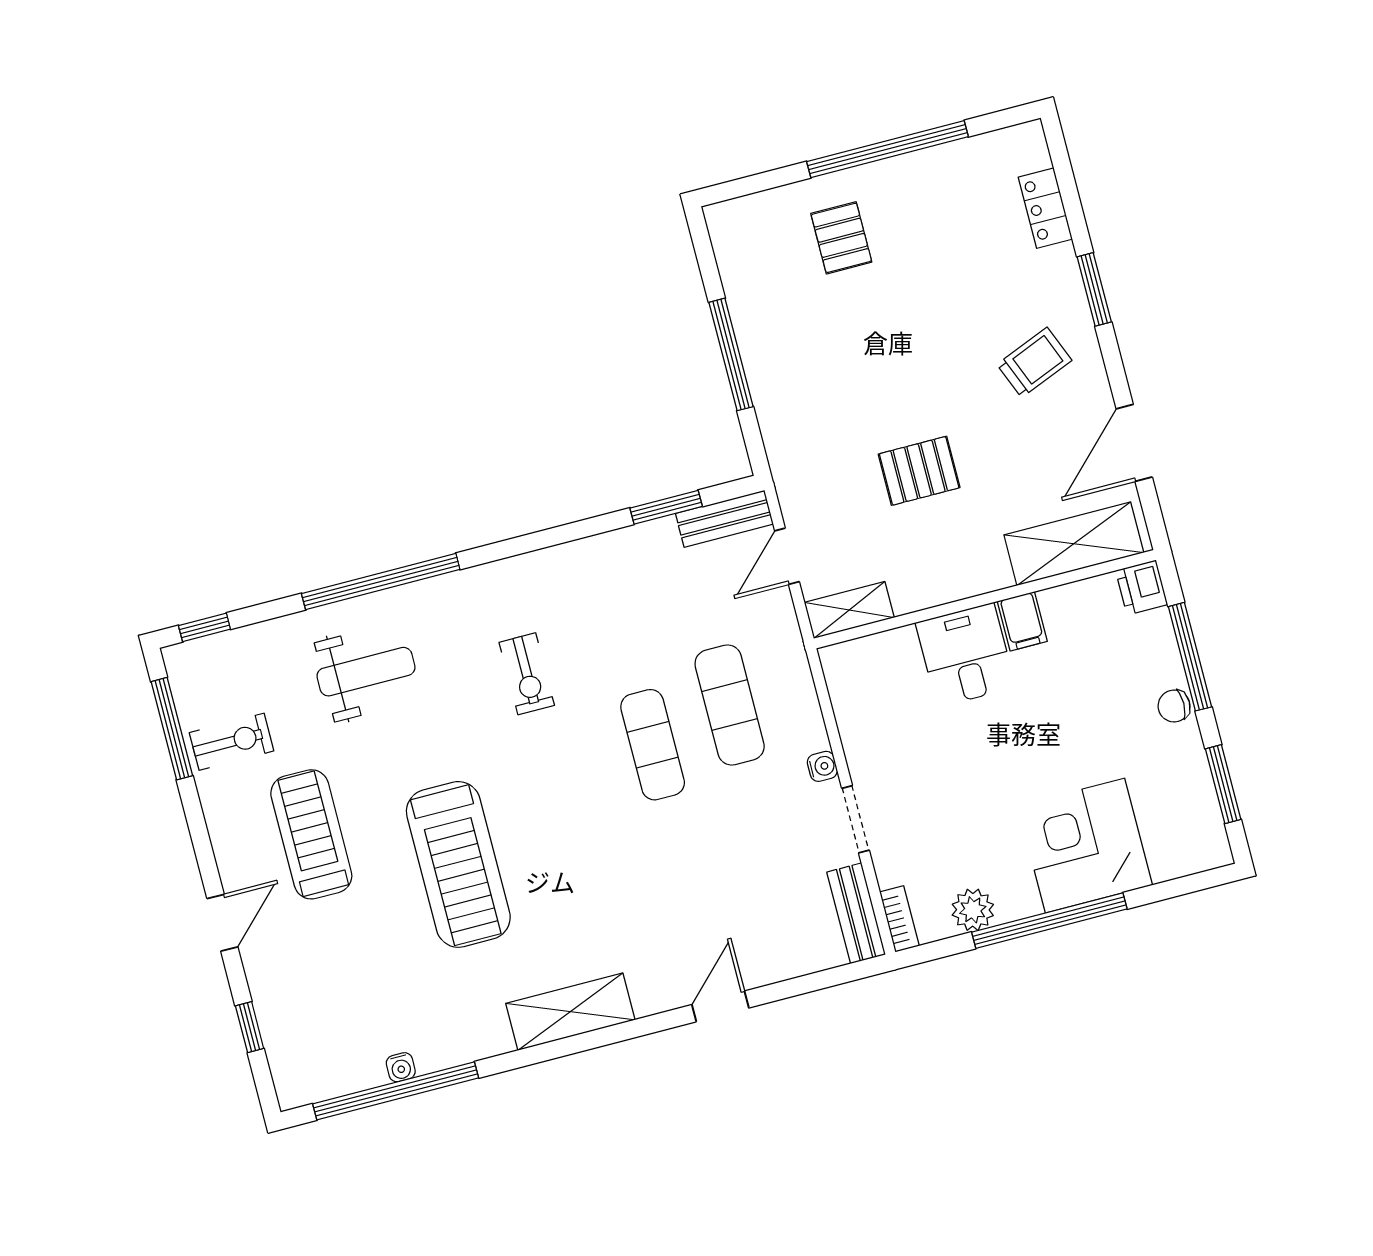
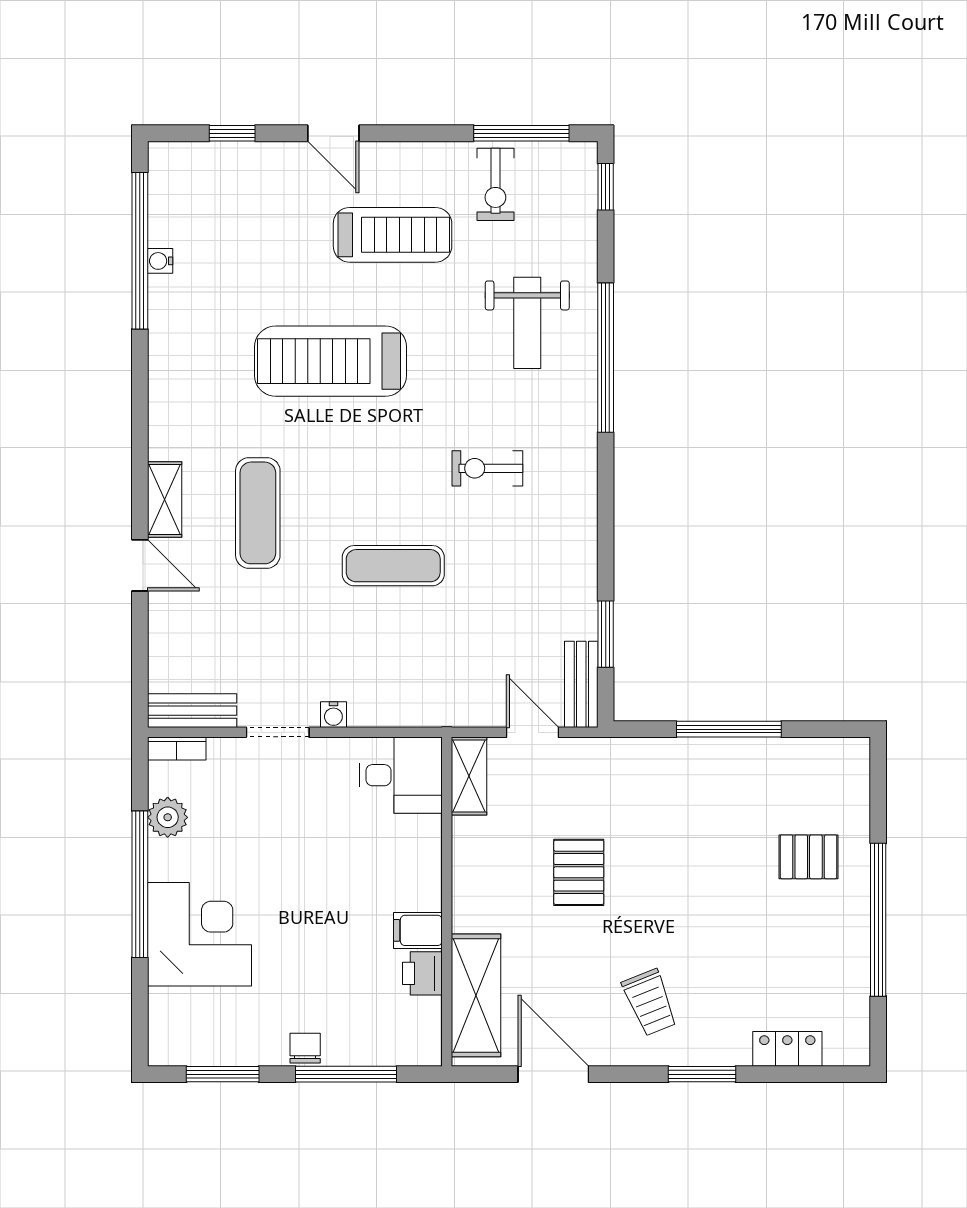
printer: (1142, 587) -> (422, 973), moved, turned -90
desk: (965, 655) -> (401, 775), moved
exercise mat: (730, 705) -> (258, 513), moved, turned 90
shelving: (570, 1012) -> (165, 499), moved, width x0.67, depth x0.75

